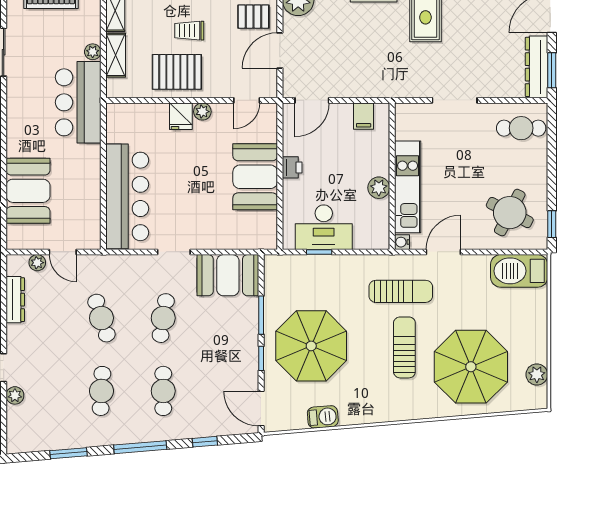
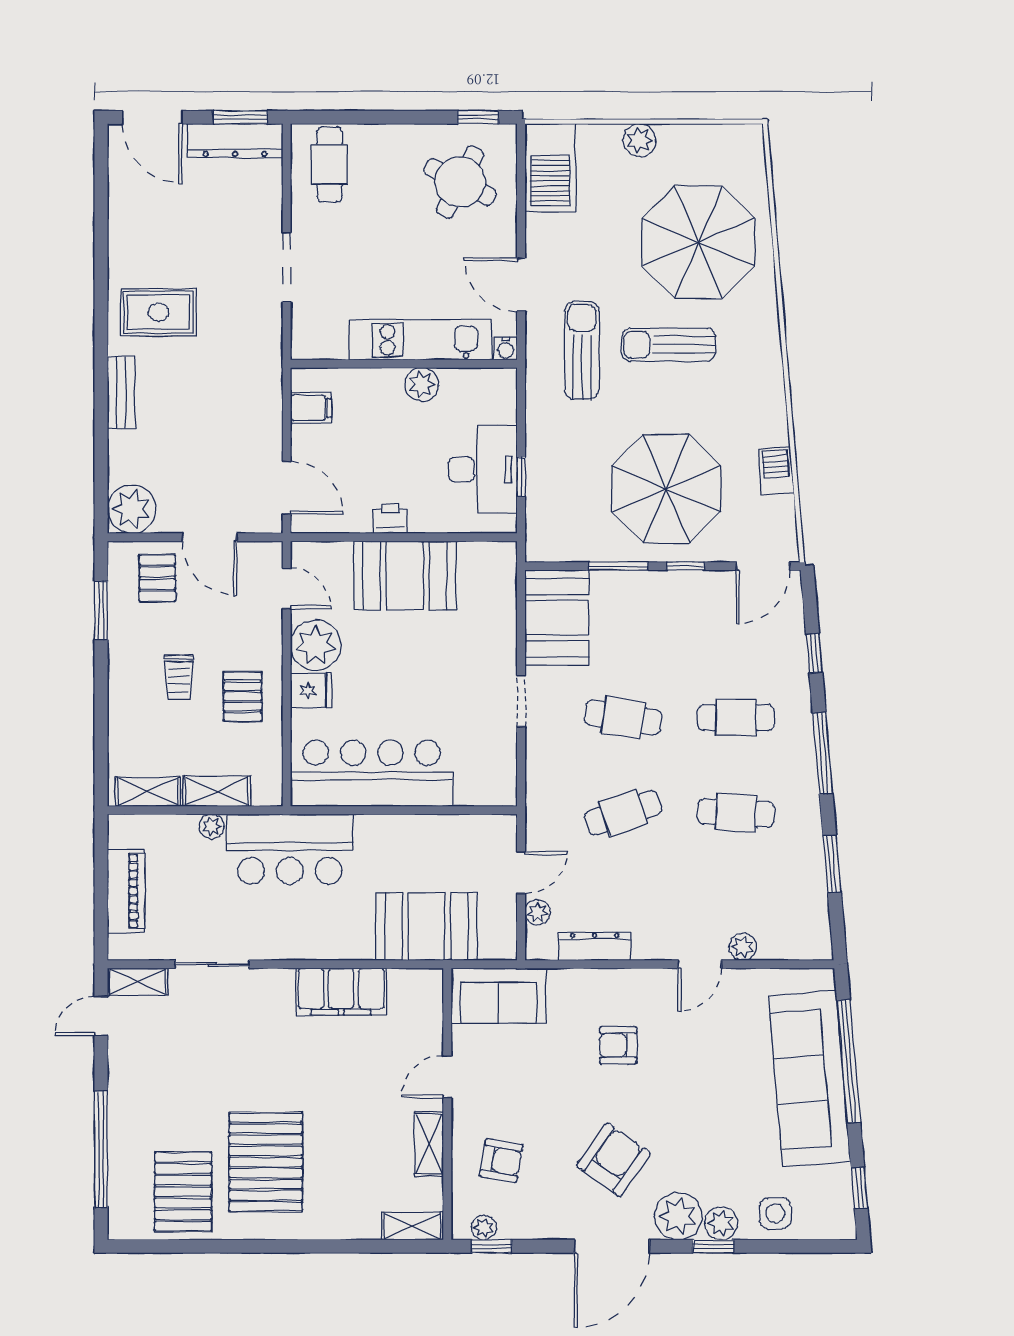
pallet: (177, 72) -> (243, 696), width x0.67, depth x0.71
plant: (202, 112) -> (316, 645), width x1.87, depth x1.87
bar counter: (127, 196) -> (372, 773), moved
plant: (537, 374) -> (639, 140), moved

